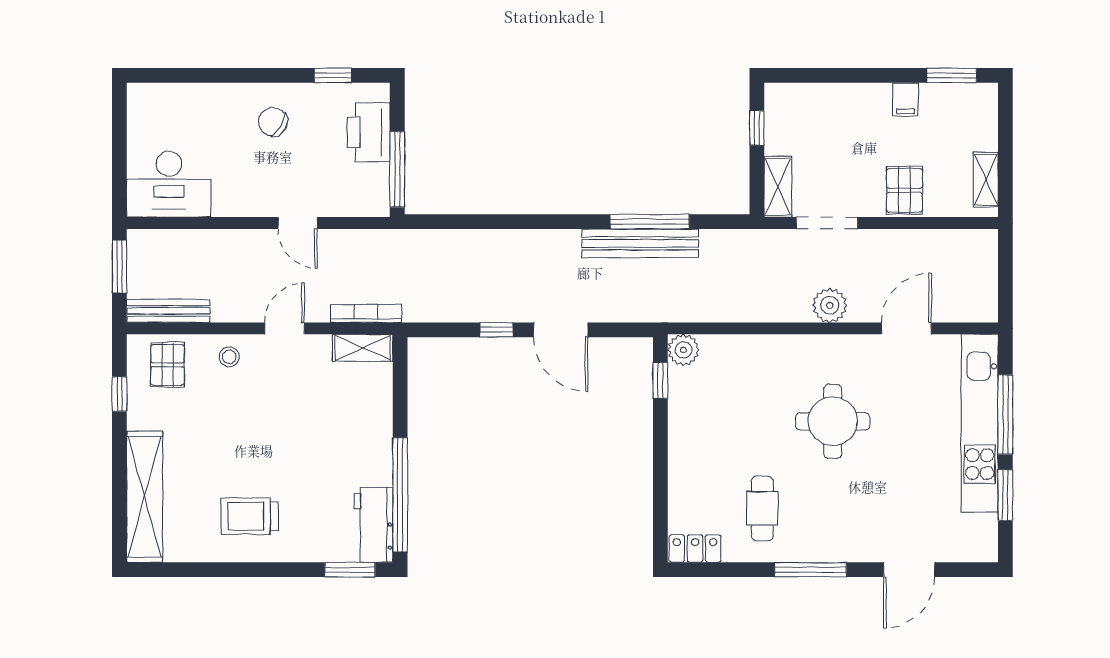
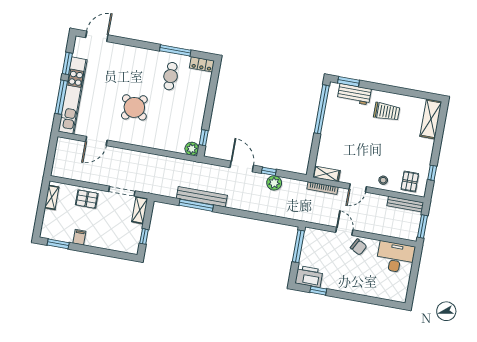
chair: (273, 122) -> (359, 247), moved
printer: (369, 132) -> (309, 277), moved, turned -90
pallet: (904, 190) -> (87, 199), turned 90
plant: (830, 305) -> (274, 183), moved
round table: (833, 421) -> (134, 107), turned 38
shelving: (145, 497) -> (431, 119), width x0.68
workbench: (374, 525) -> (354, 94), moved, turned 90
window: (810, 570) -> (175, 50), moved
door: (909, 570) -> (97, 36), moved

